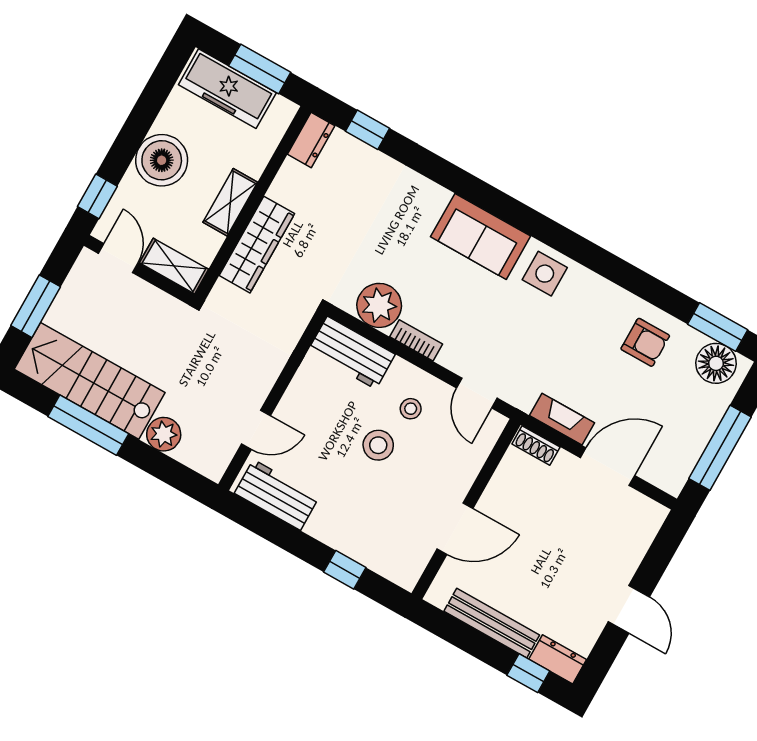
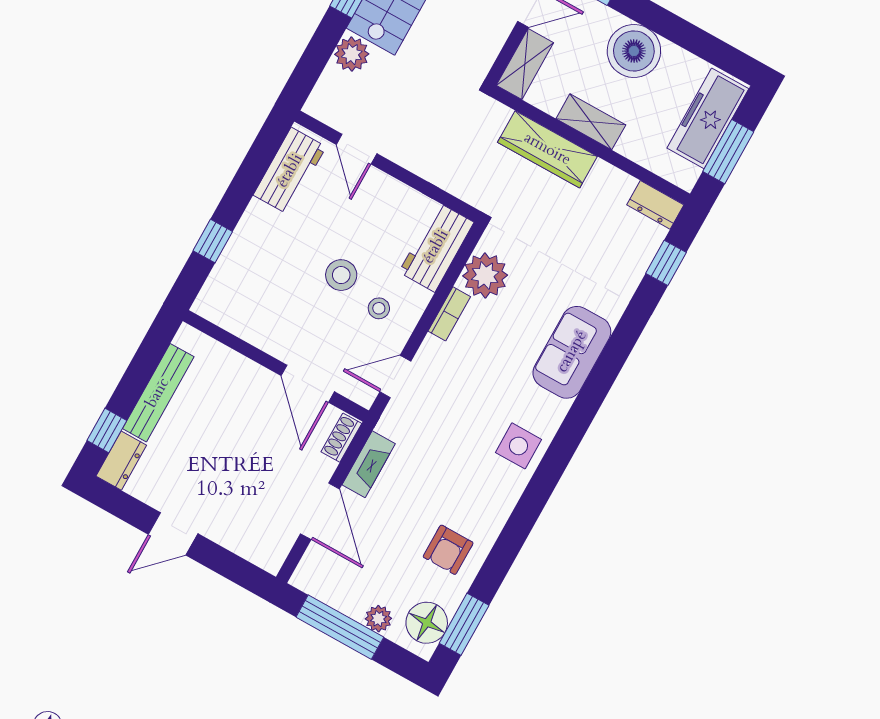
sofa: (481, 236) -> (572, 352), moved
plant: (712, 410) -> (378, 619), added
door: (455, 529) -> (308, 384), moved

